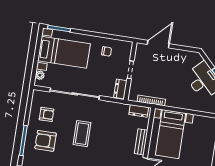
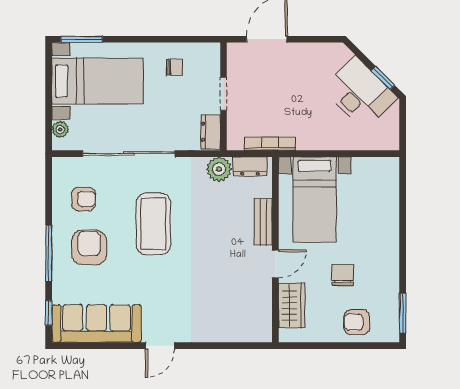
plant: (122, 110) -> (219, 169), added
coffee table: (82, 134) -> (153, 224), width x1.36, depth x1.32
armchair: (46, 141) -> (89, 247), turned 90

